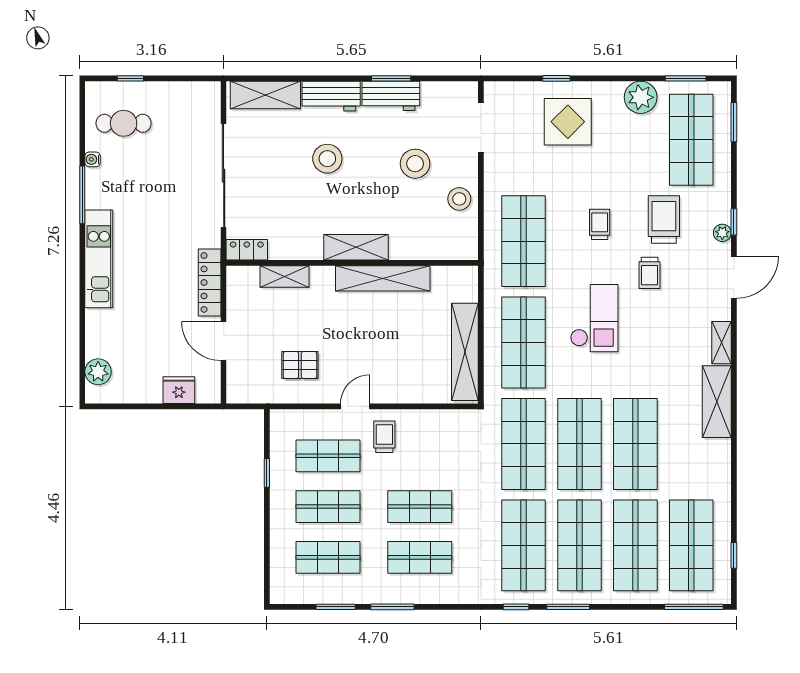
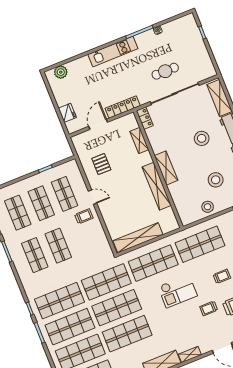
cafe table: (124, 123) -> (165, 71), moved, turned 90

